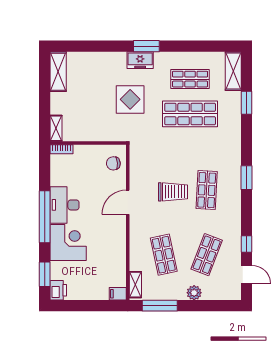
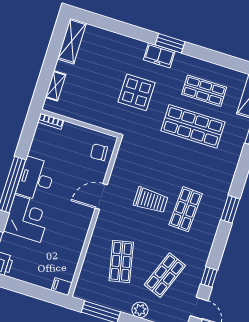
shelving: (56, 128) -> (56, 86), moved
shelving: (135, 285) -> (83, 283), removed

